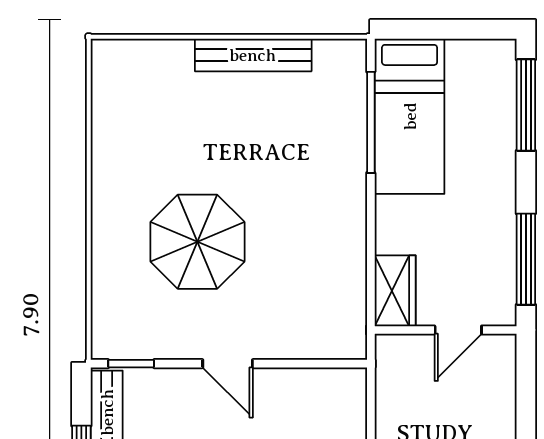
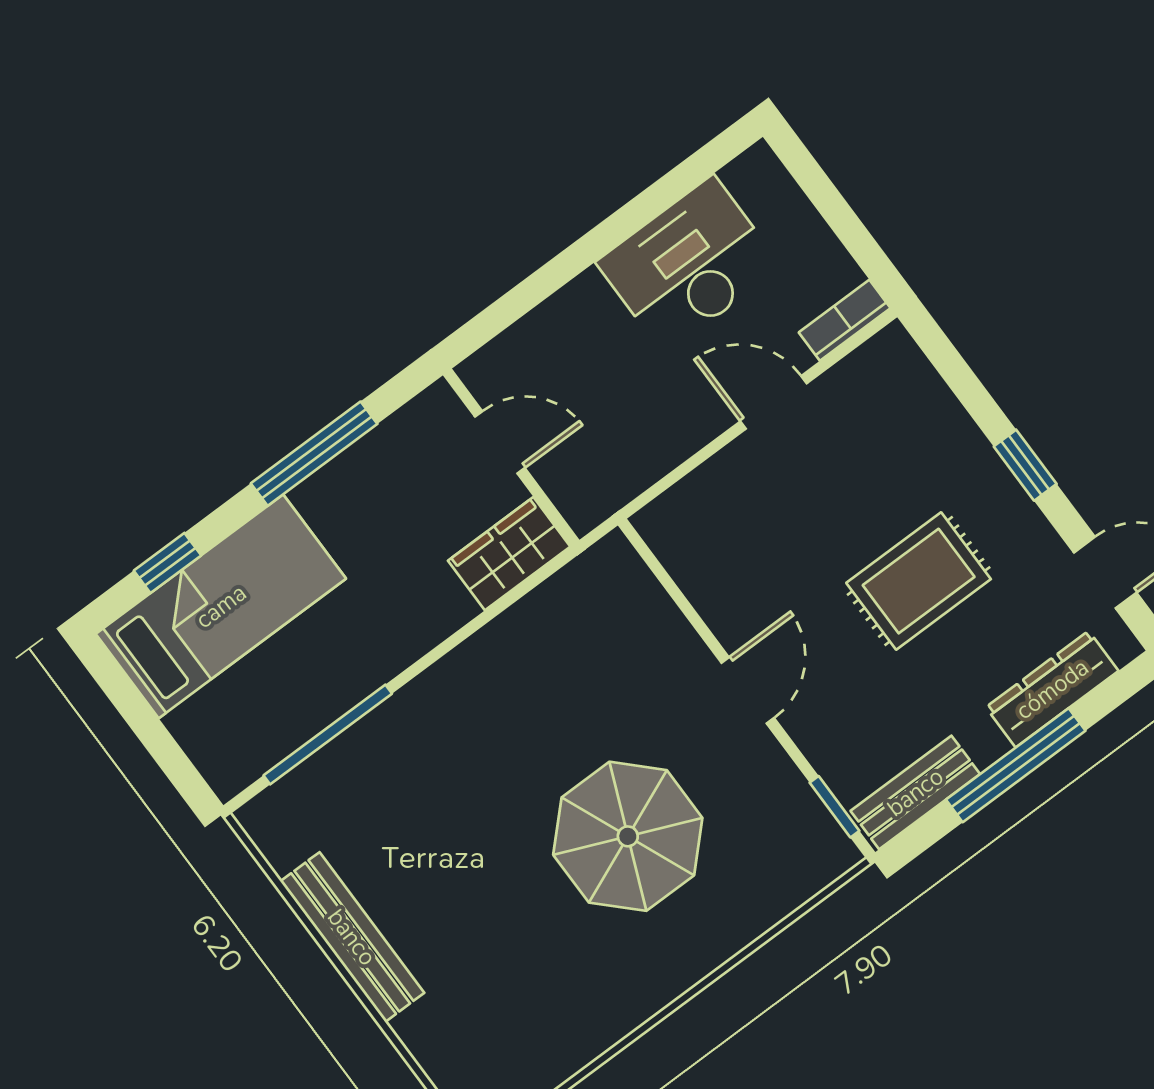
window: (526, 105) -> (167, 563), width x0.46
bed: (410, 116) -> (221, 606), moved
window: (526, 259) -> (314, 454), moved

